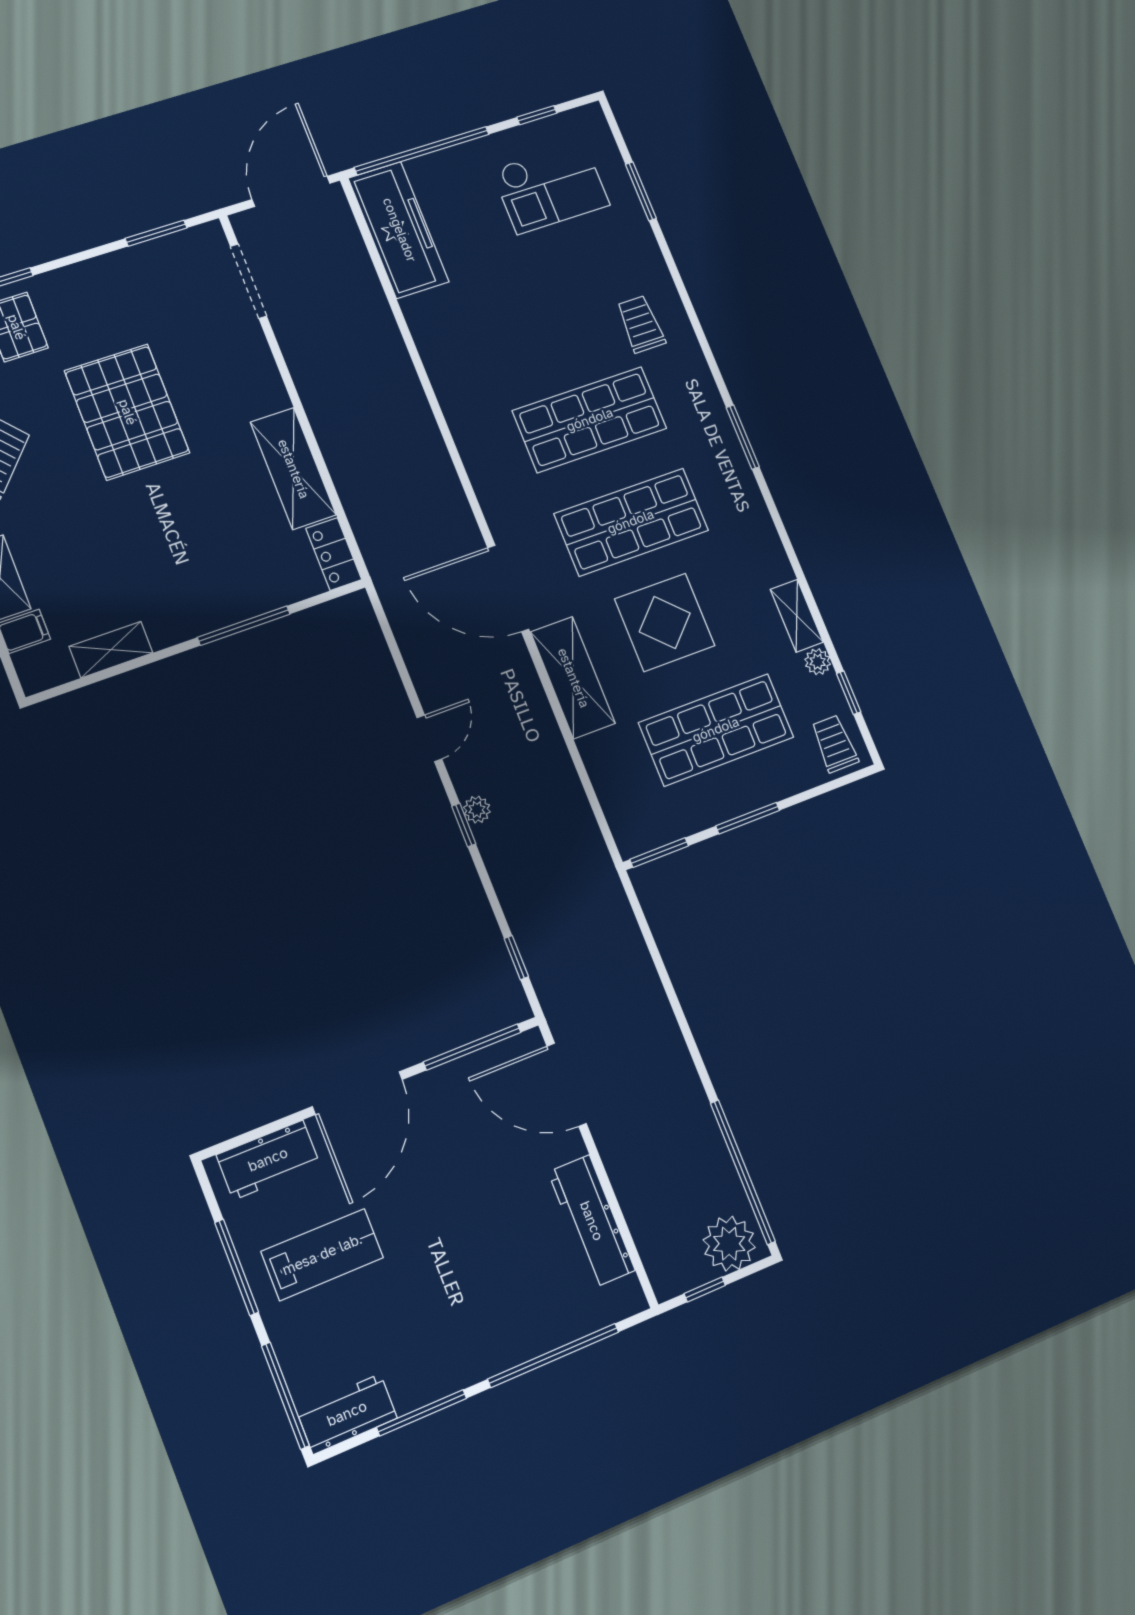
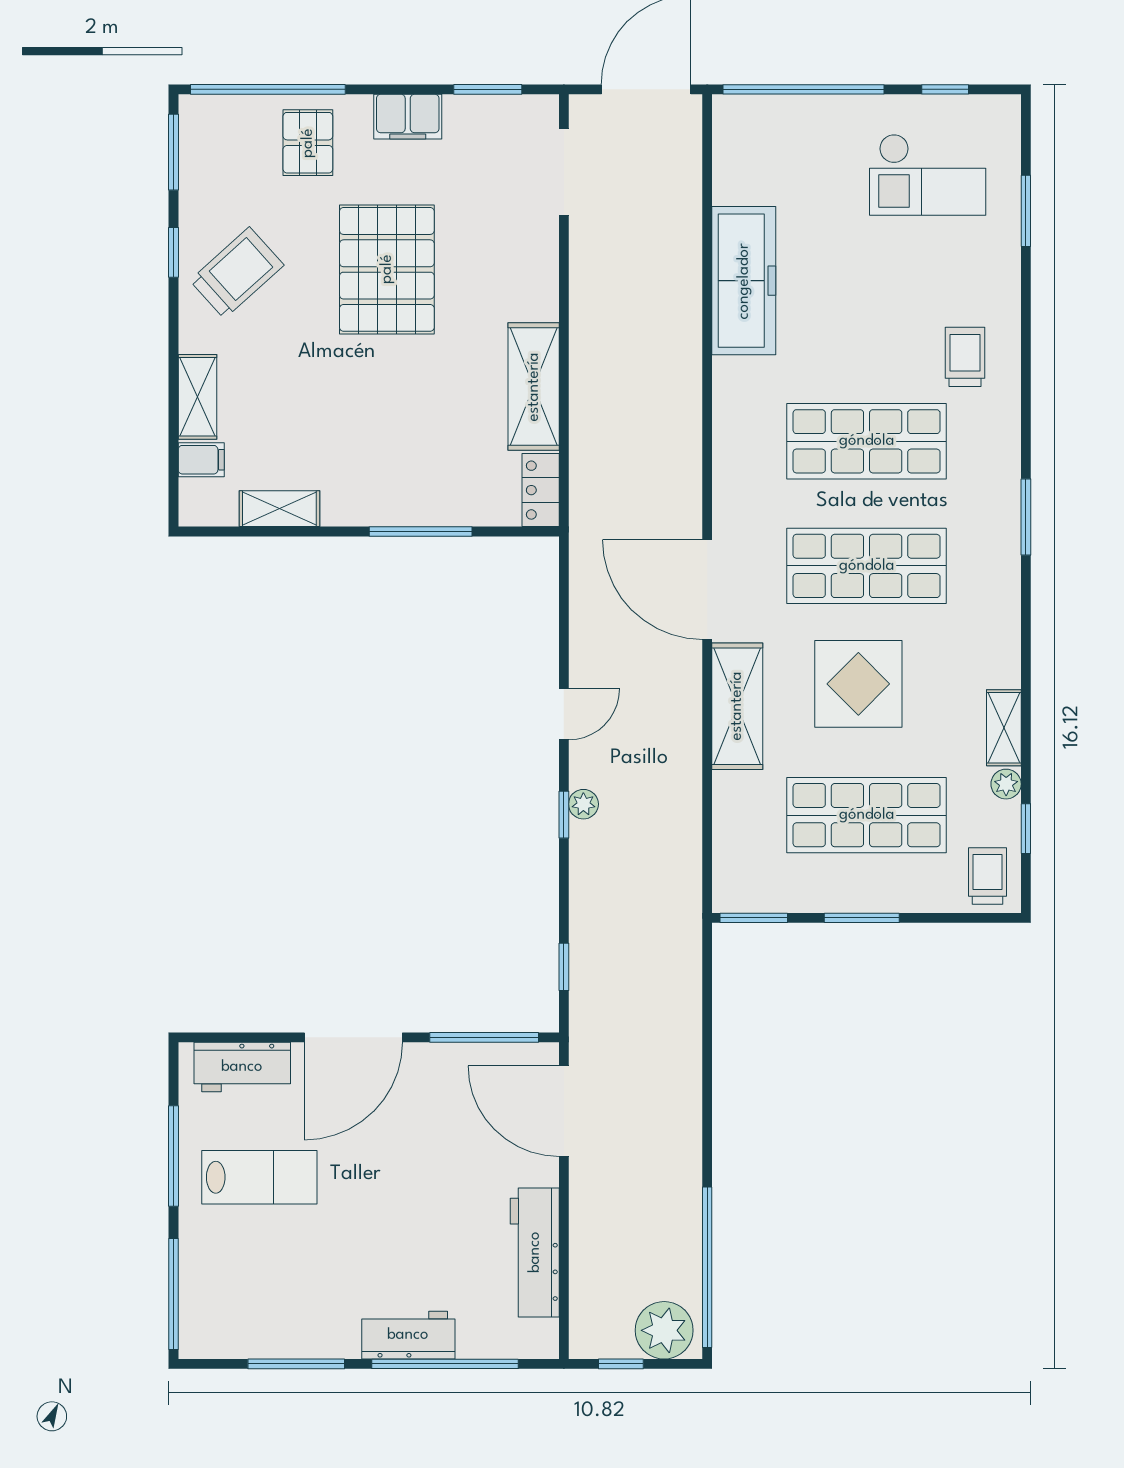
freezer: (399, 230) -> (744, 281), moved
filing cabinet: (95, 277) -> (408, 117), added
workbench: (347, 1414) -> (408, 1335), moved

